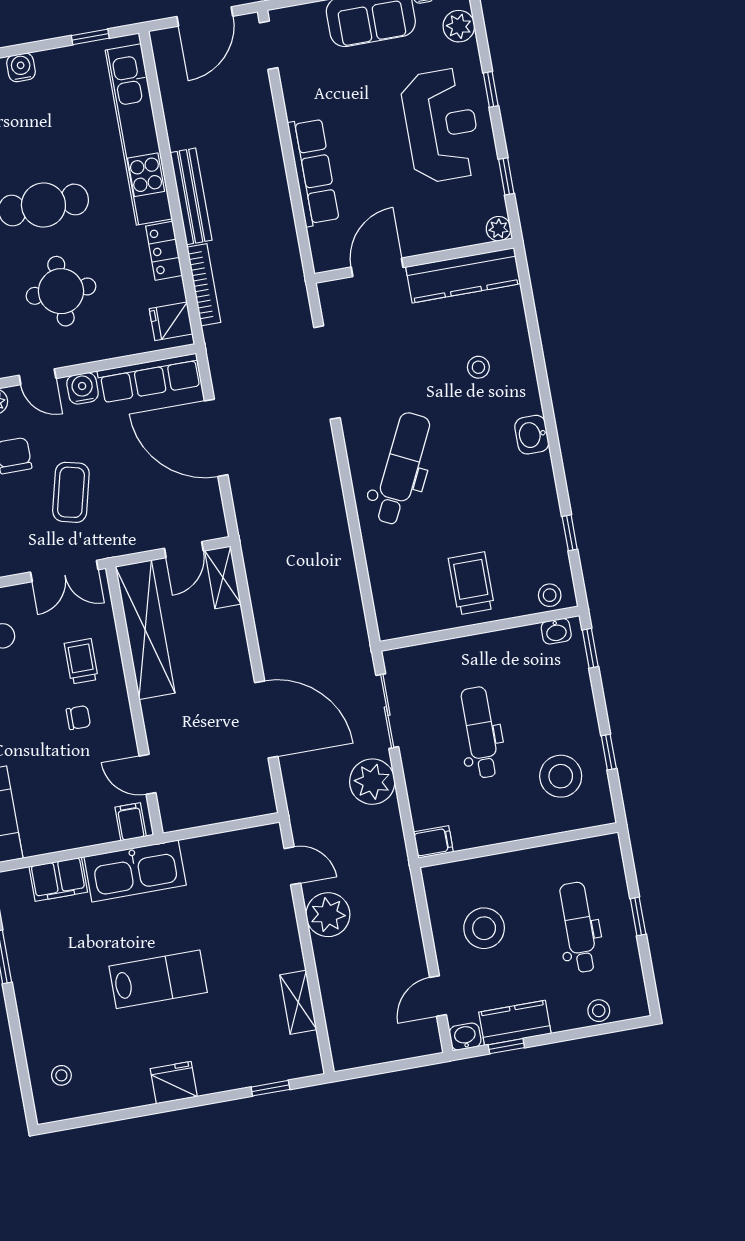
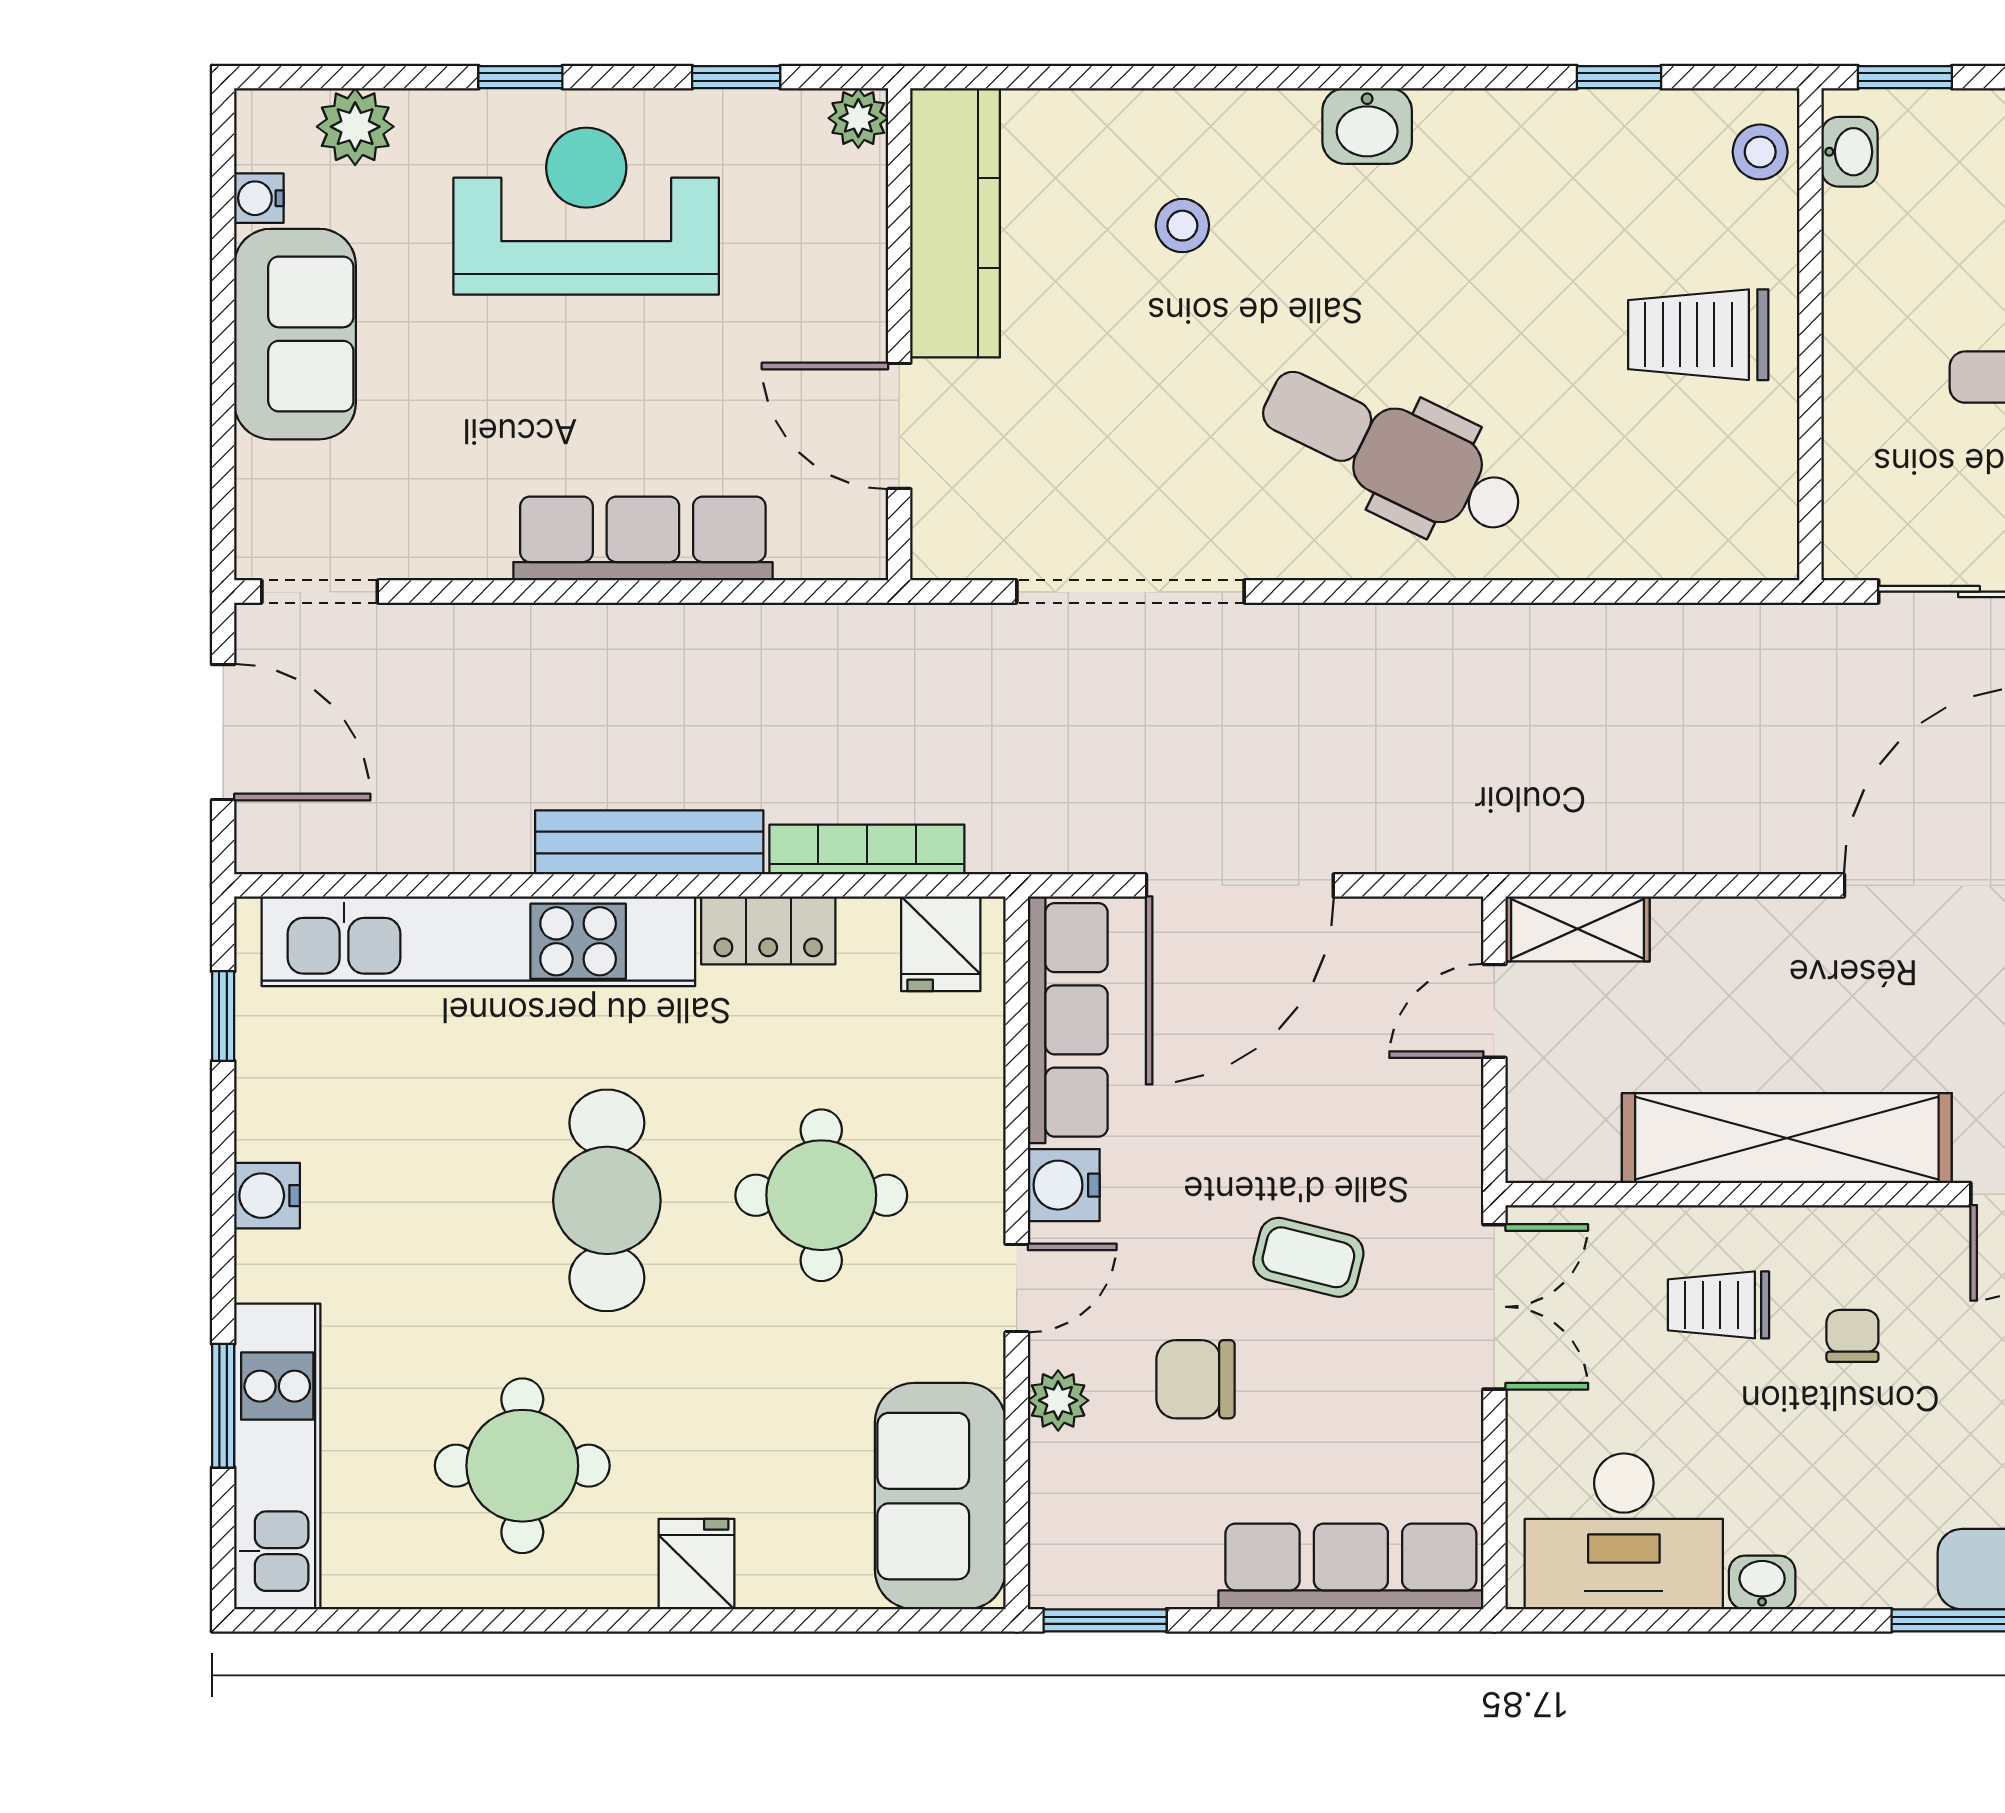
coffee table: (71, 492) -> (1308, 1257), width x0.73, depth x0.77
door: (184, 550) -> (1494, 1011), swing flipped
shelving: (145, 630) -> (1787, 1138), moved

